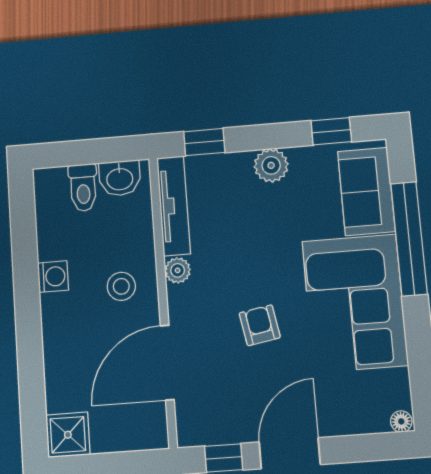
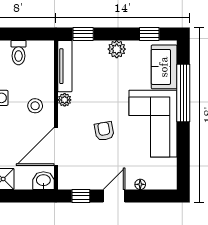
washbasin: (120, 178) -> (43, 181), moved, turned 180
floor lamp: (401, 421) -> (140, 184), moved
door: (290, 453) -> (114, 196), width x0.73

